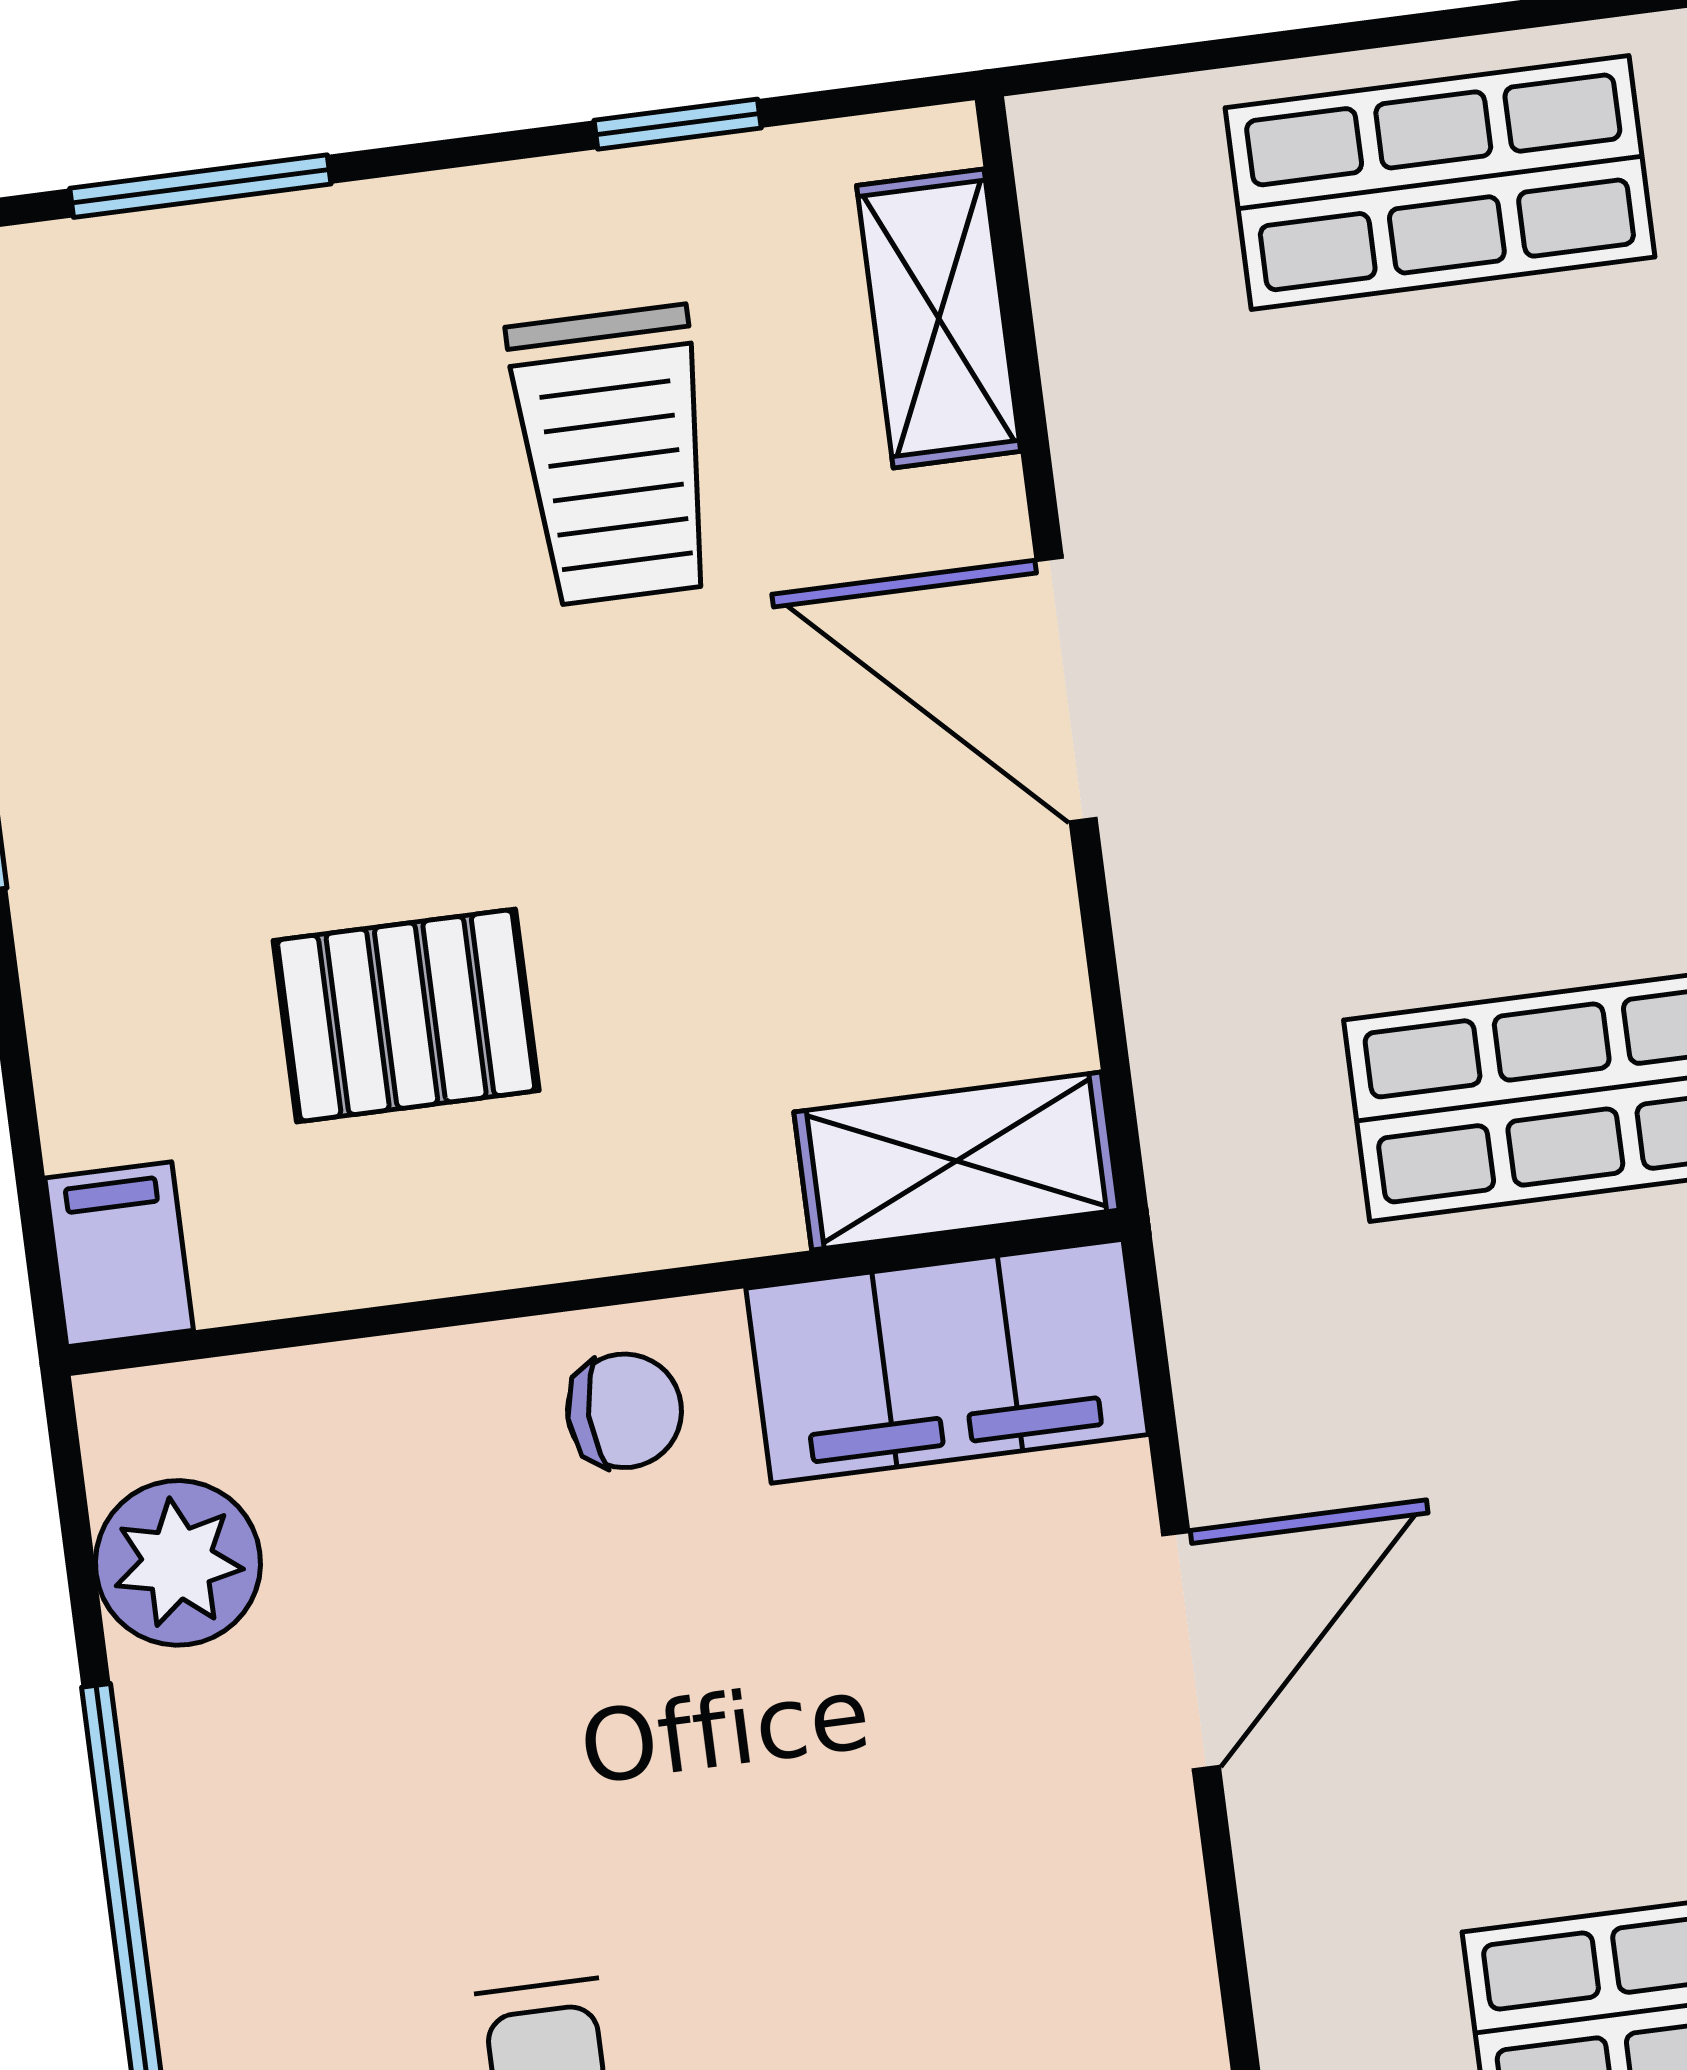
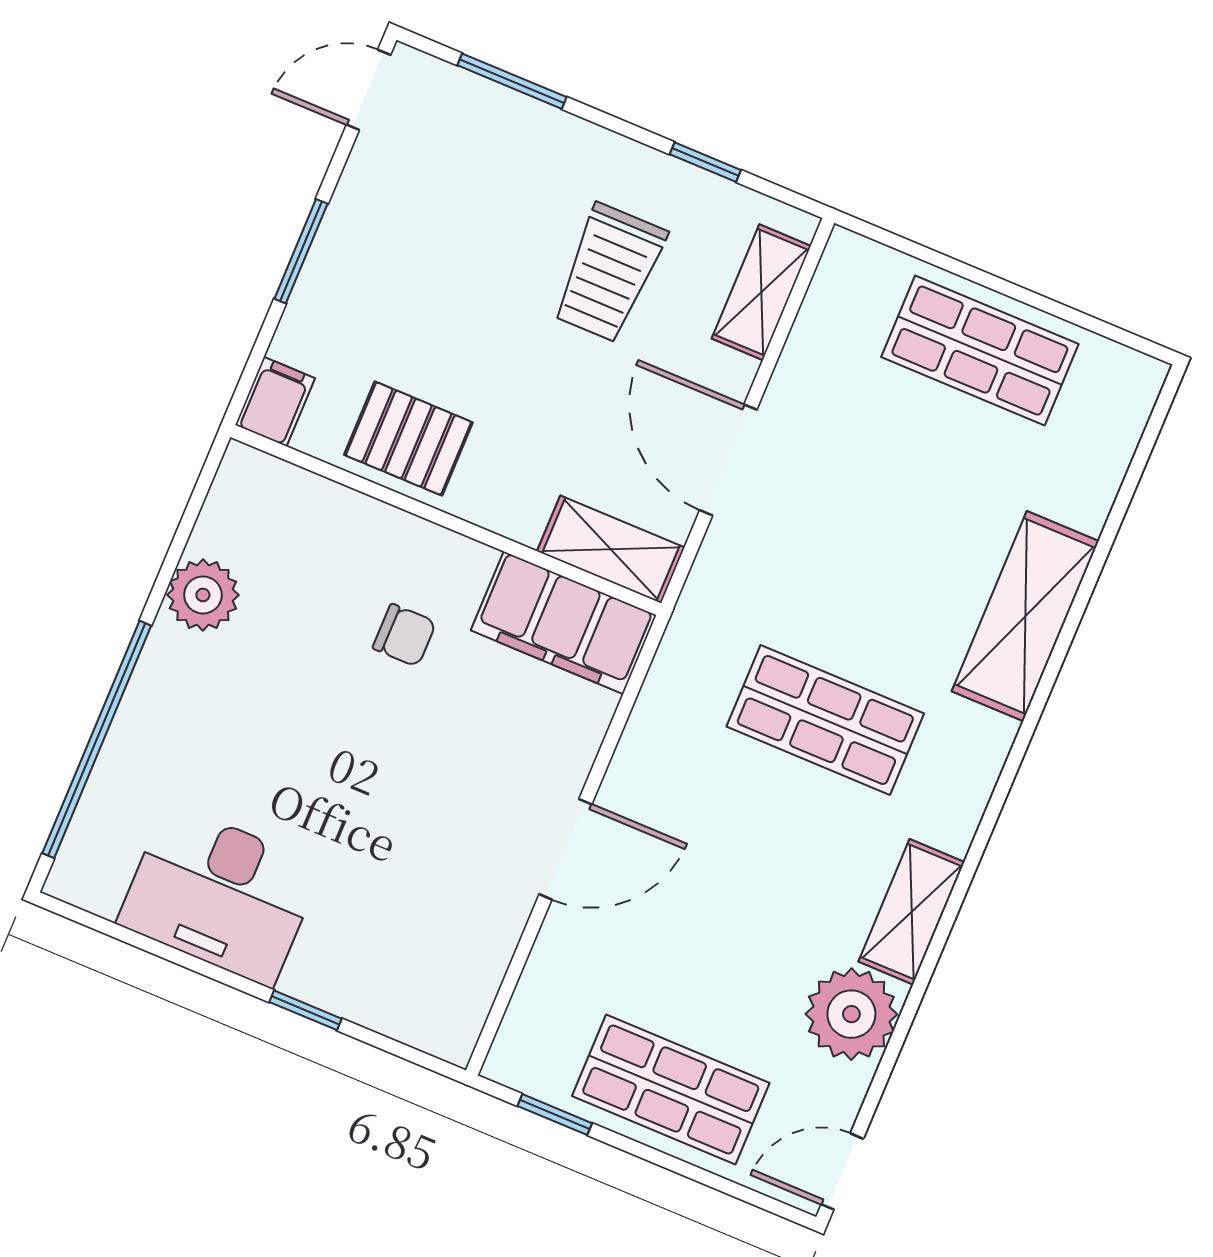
shelving: (956, 1161) -> (611, 549), moved
filing cabinet: (119, 1254) -> (275, 402), moved
wall: (595, 1293) -> (446, 520), moved
filing cabinet: (947, 1361) -> (564, 623), moved

